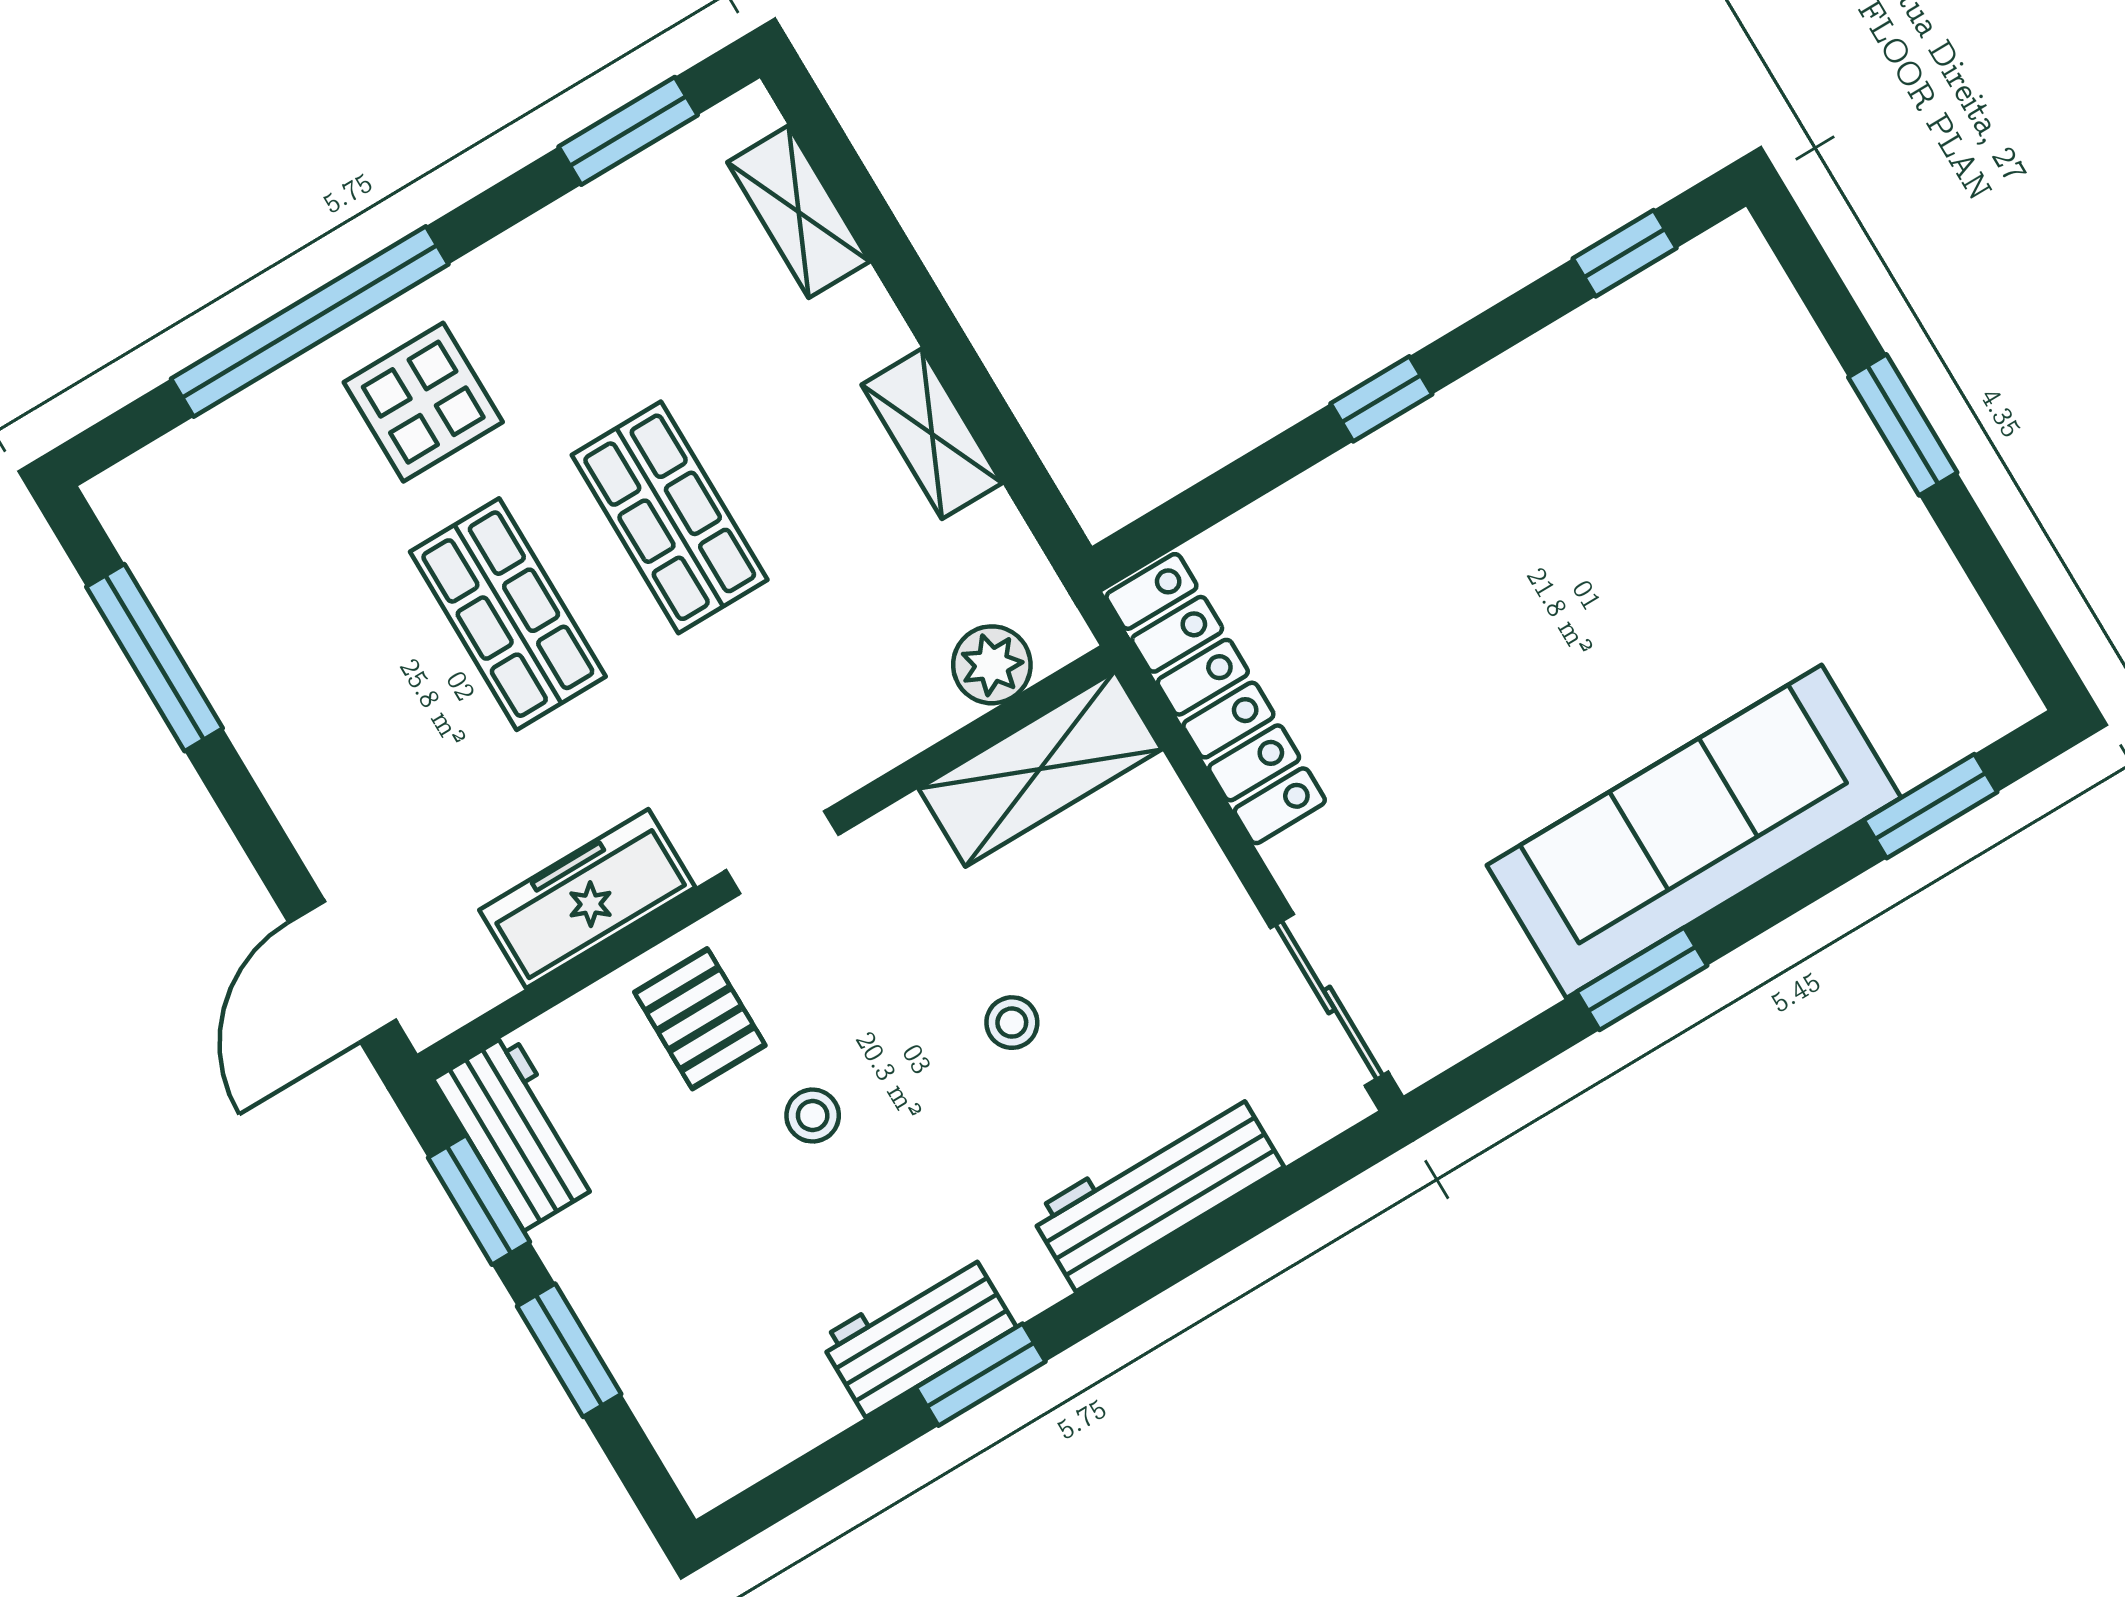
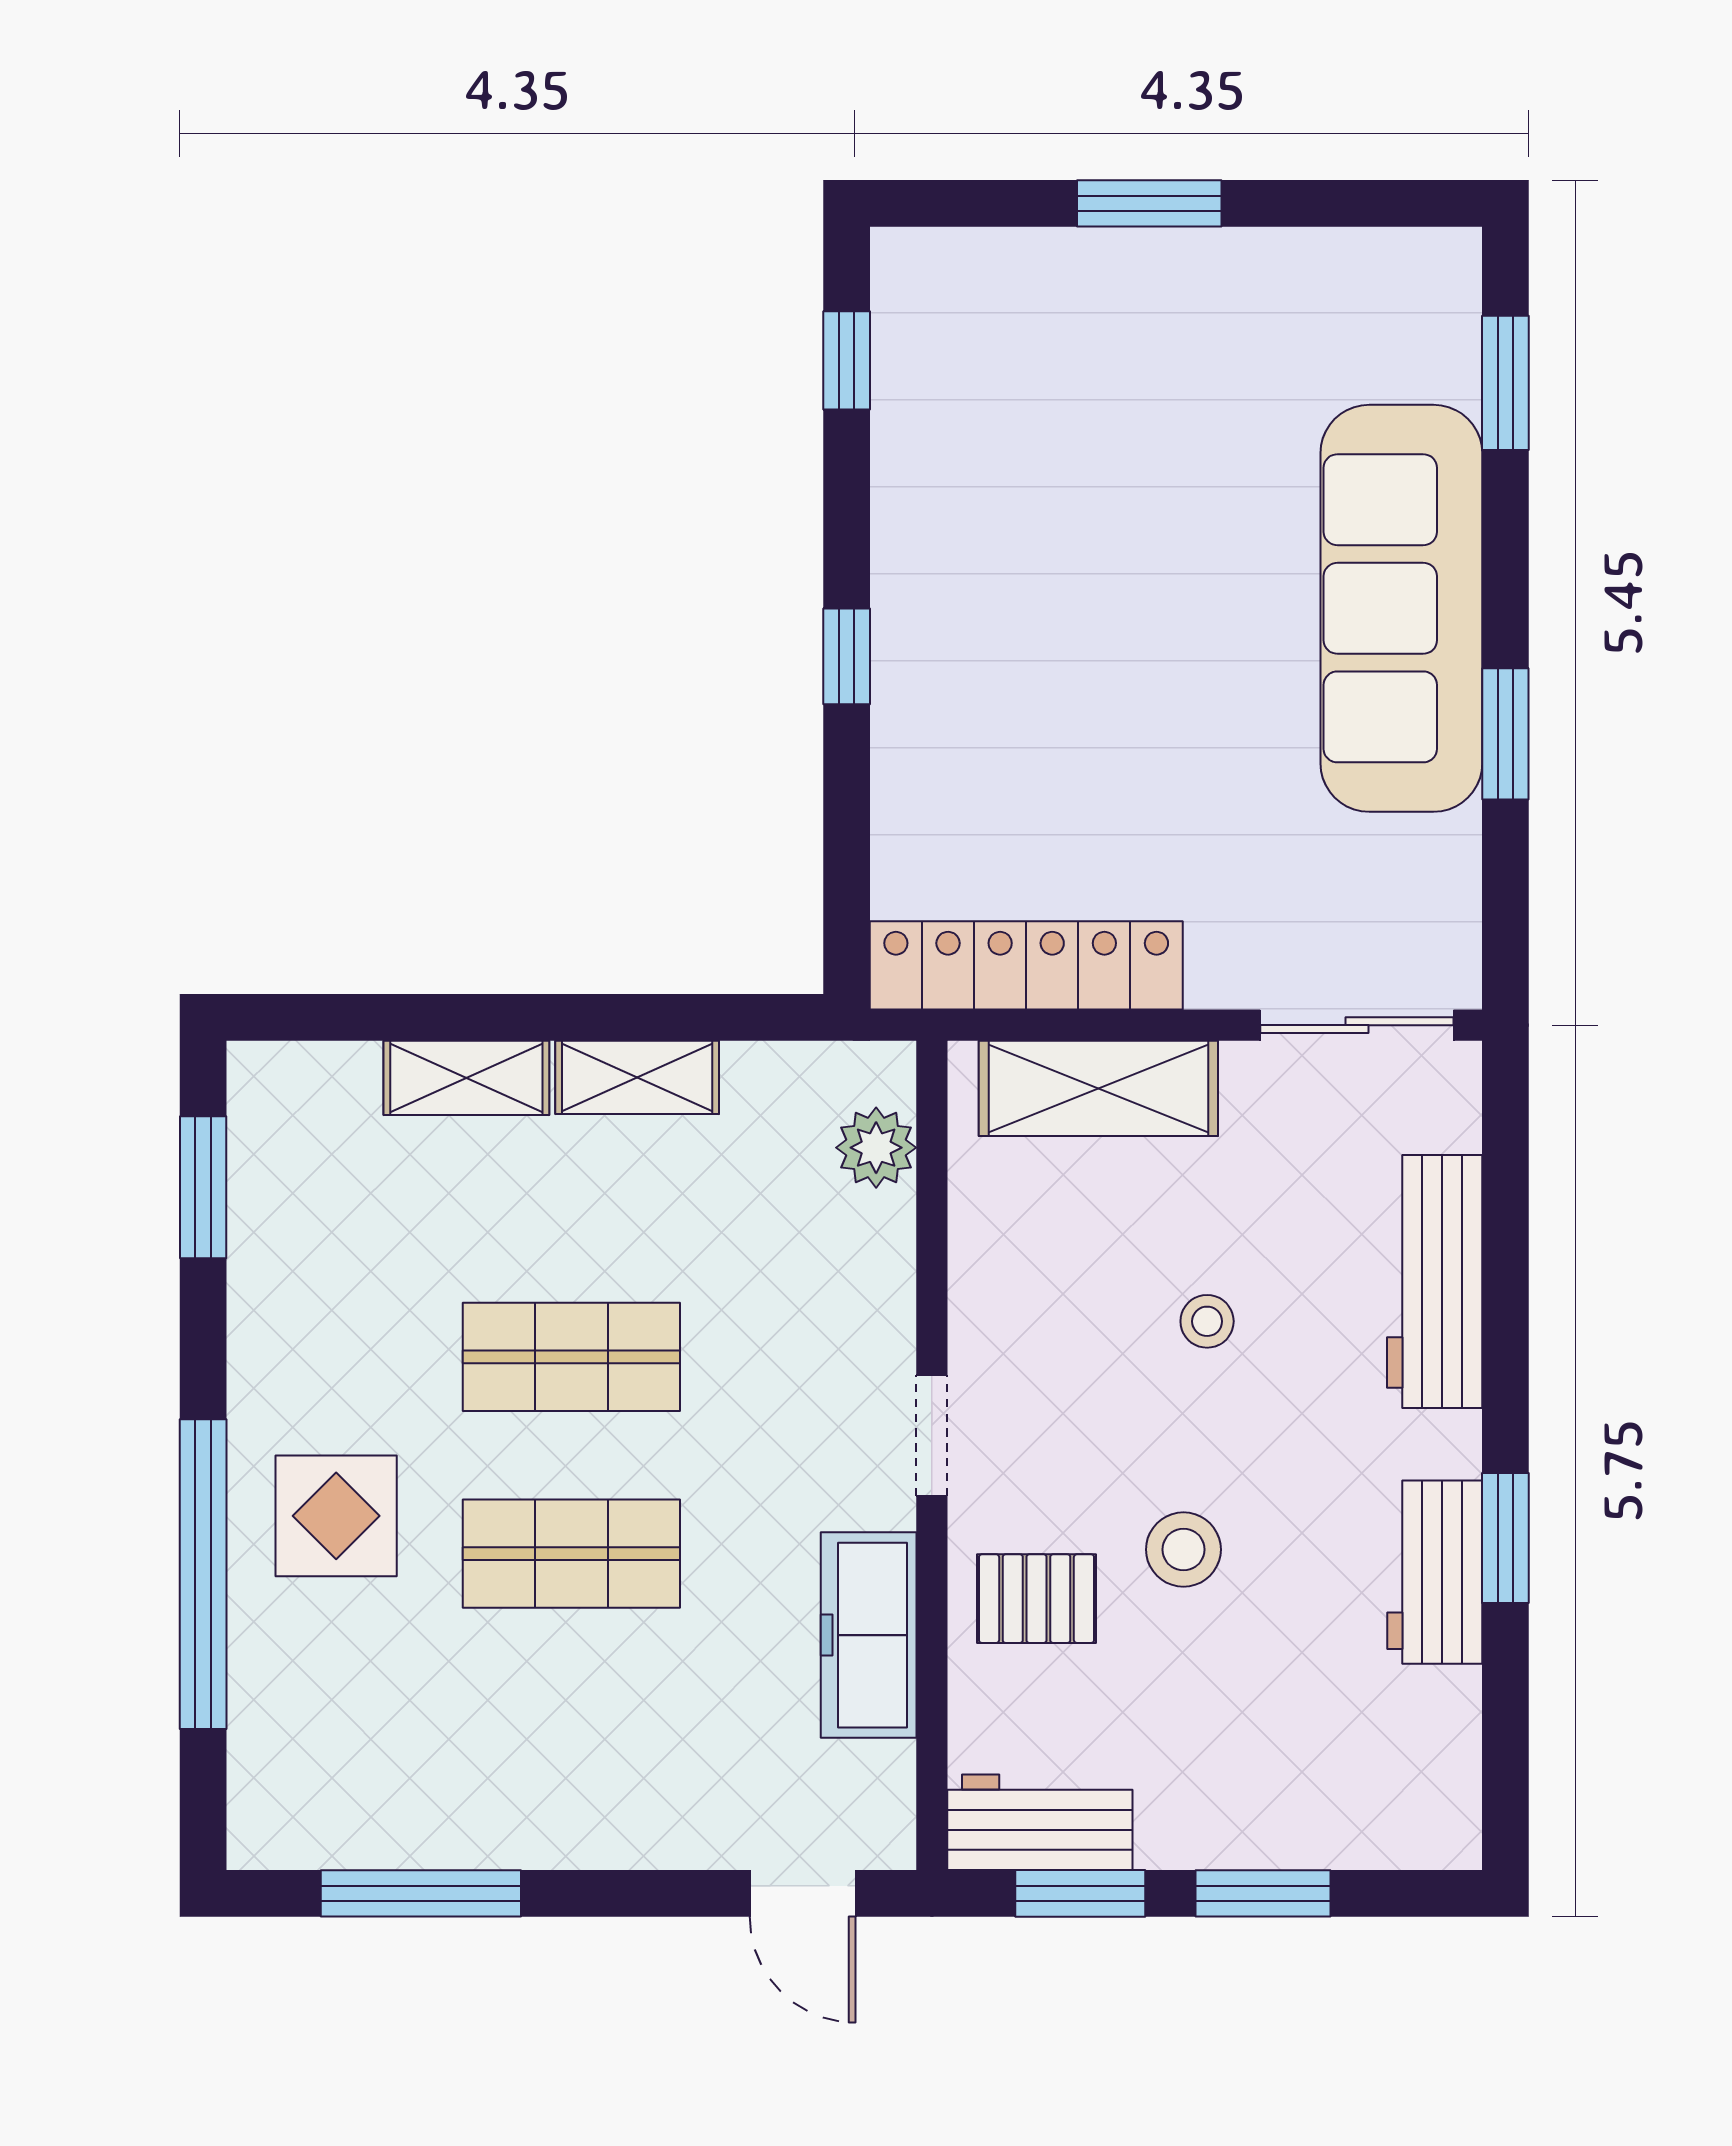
shelving: (799, 212) -> (466, 1078), moved
shelving: (1040, 769) -> (1098, 1088), moved, turned 90
door: (342, 971) -> (803, 1893), width x0.73
stool: (813, 1116) -> (1183, 1550), width x1.37, depth x1.37

